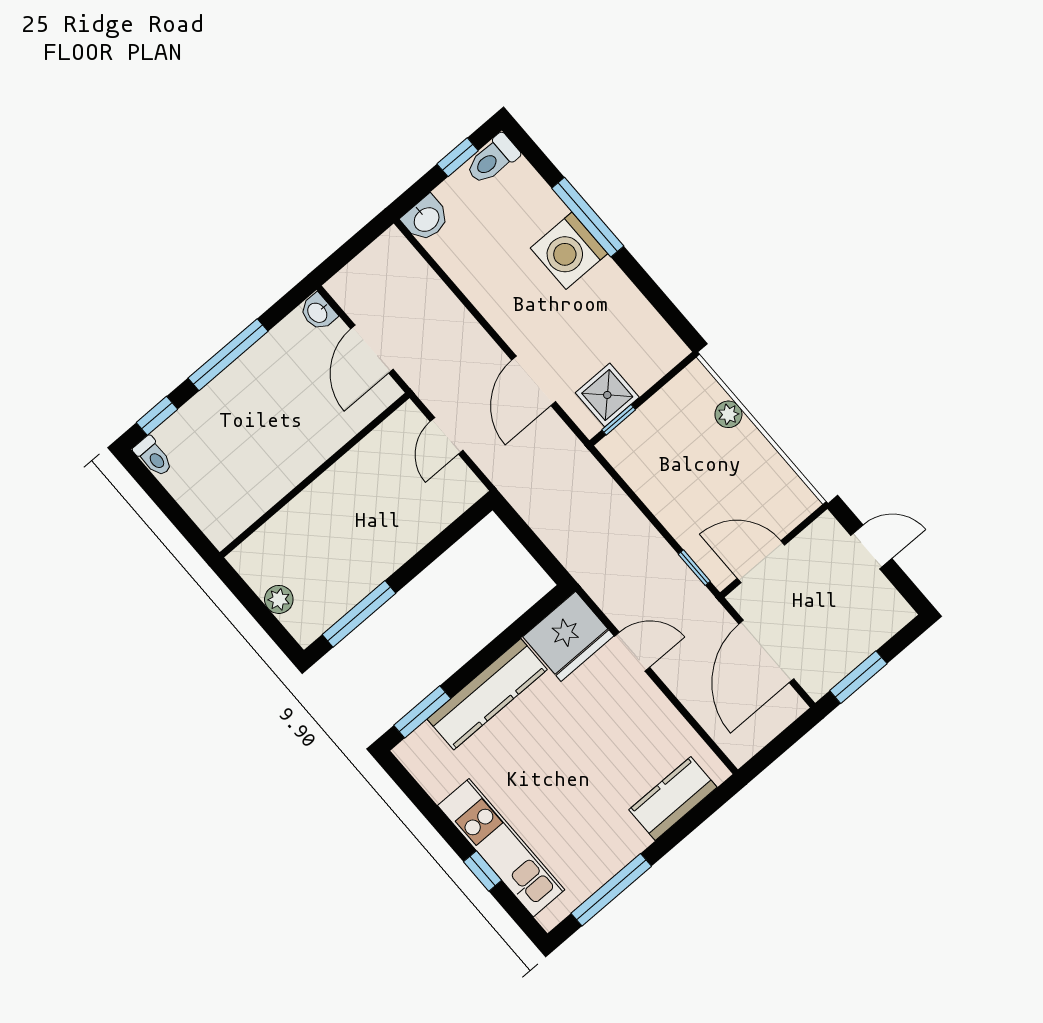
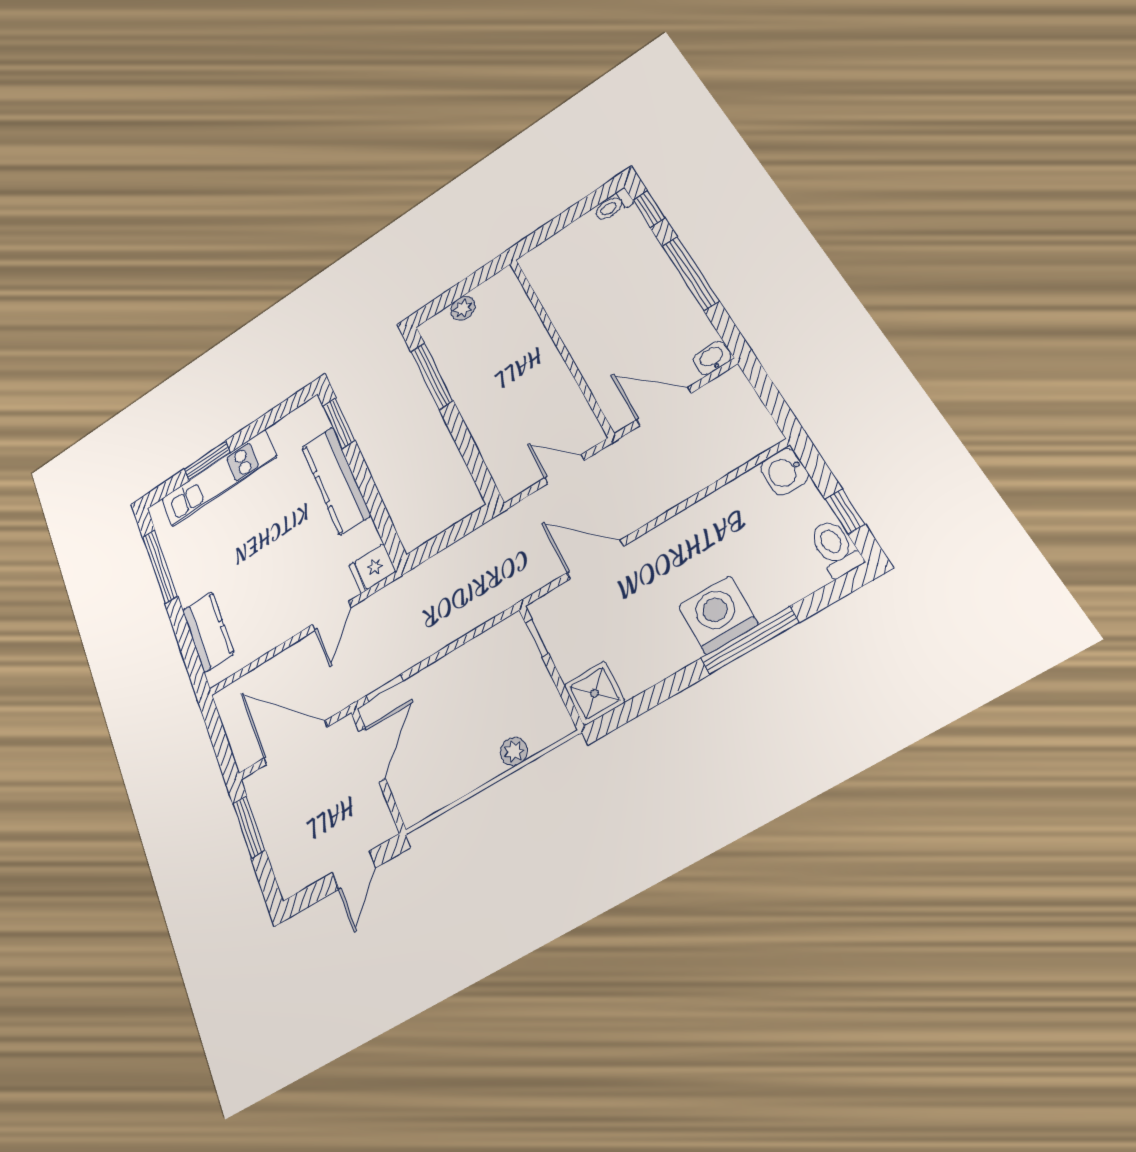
shower: (607, 395) -> (594, 693), moved
fridge: (568, 636) -> (372, 568), width x0.53, depth x0.75
window: (483, 871) -> (207, 461), width x1.50

